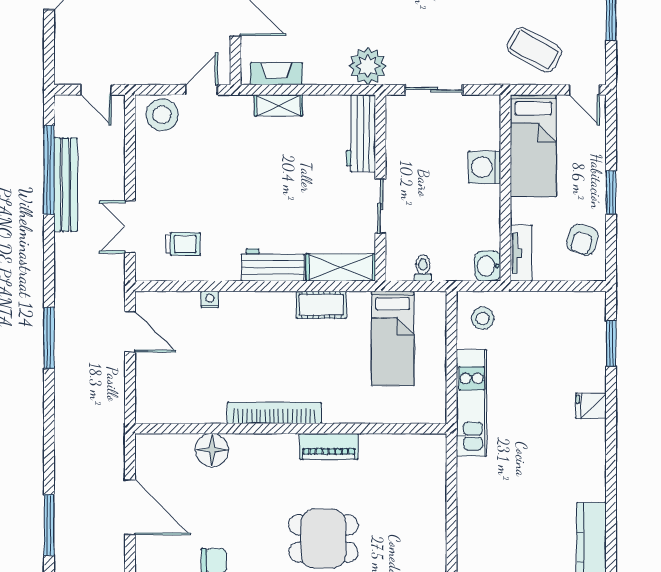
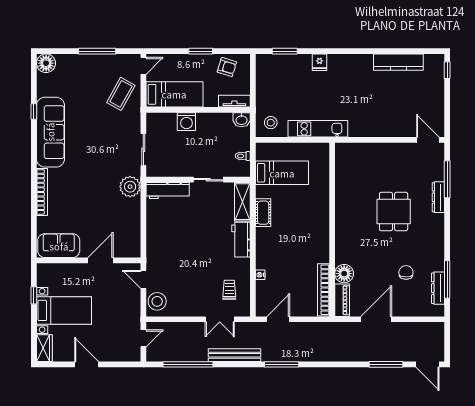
fireplace: (276, 74) -> (134, 238), removed
shelving: (278, 105) -> (152, 237), removed
bench: (66, 185) -> (234, 355), moved
bookcase: (274, 413) -> (323, 290), moved
piano: (329, 446) -> (342, 300), moved

